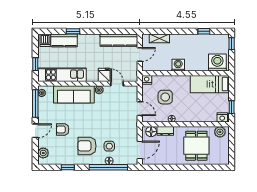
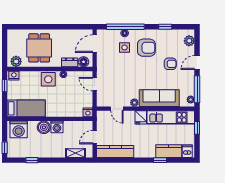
boiler: (192, 65) -> (44, 127), added
fridge: (104, 75) -> (141, 117), moved
side table: (165, 97) -> (48, 79), moved

